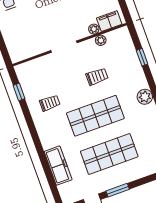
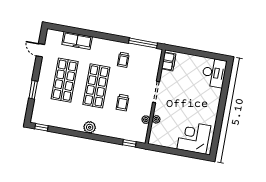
filing cabinet: (109, 21) -> (169, 61), moved
window: (142, 57) -> (129, 143), moved
window: (19, 92) -> (143, 43), width x2.17
window: (118, 190) -> (33, 90), moved

